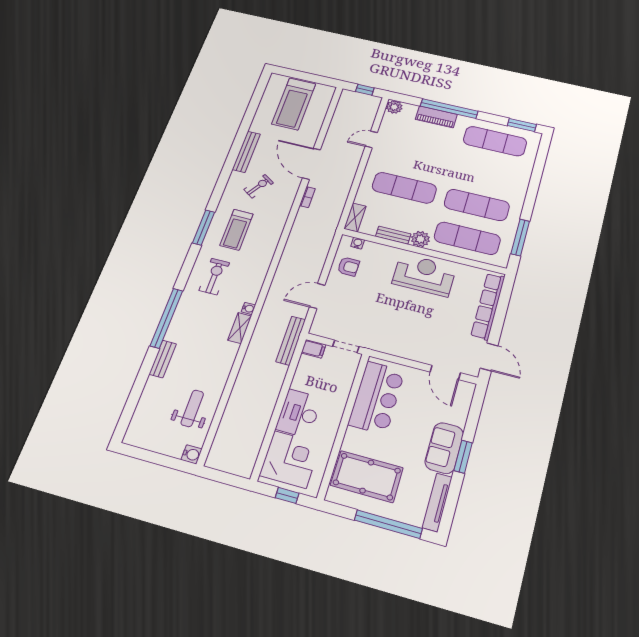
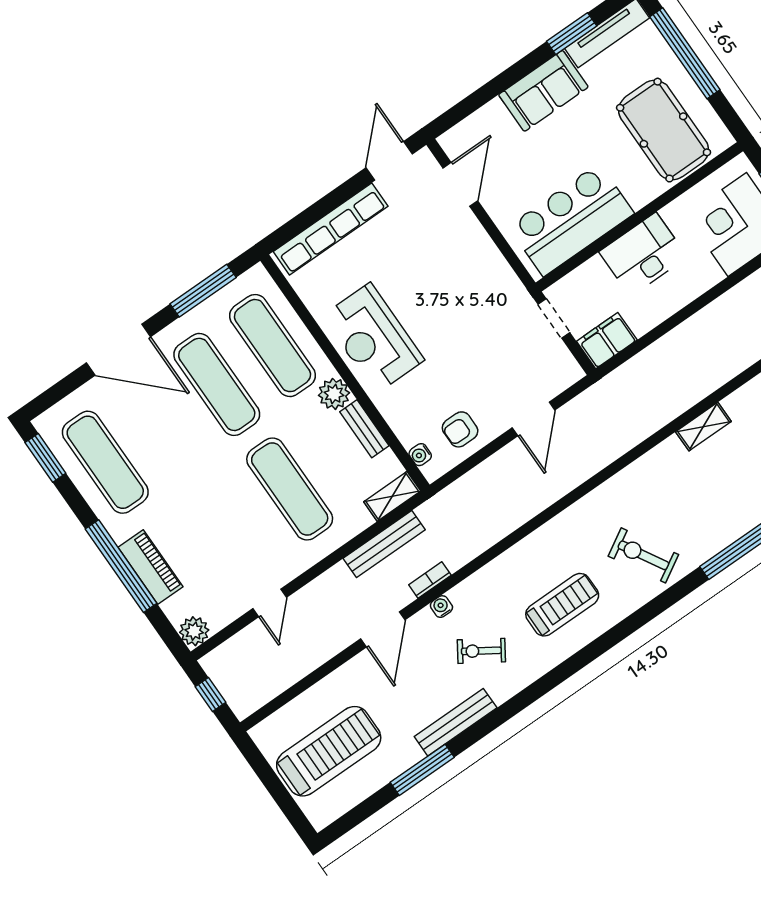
door: (371, 139) -> (270, 603), hinge flipped
door: (311, 164) -> (383, 629), width x0.73
door: (533, 187) -> (118, 350), added
window: (204, 227) -> (422, 770), moved
armchair: (348, 267) -> (460, 429), turned -90
exercise bike: (214, 277) -> (643, 555), turned 60
door: (317, 296) -> (534, 419), hinge flipped
water cooler: (248, 308) -> (441, 607), moved
shelving: (240, 328) -> (703, 427), moved
bench: (291, 341) -> (384, 544), moved
filing cabinet: (314, 349) -> (607, 341), width x2.00
desk: (299, 413) -> (643, 254), moved, turned 180
window: (463, 457) -> (572, 34), moved

